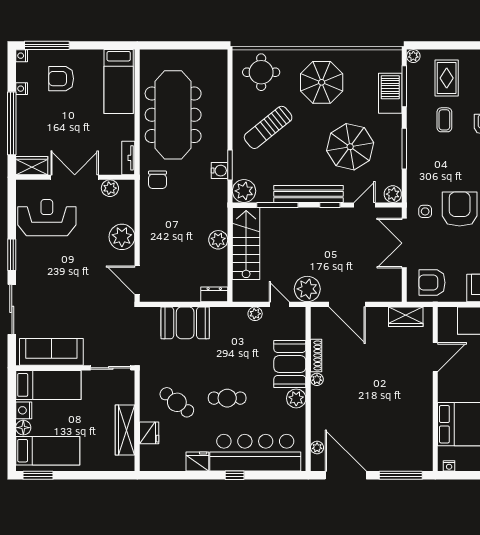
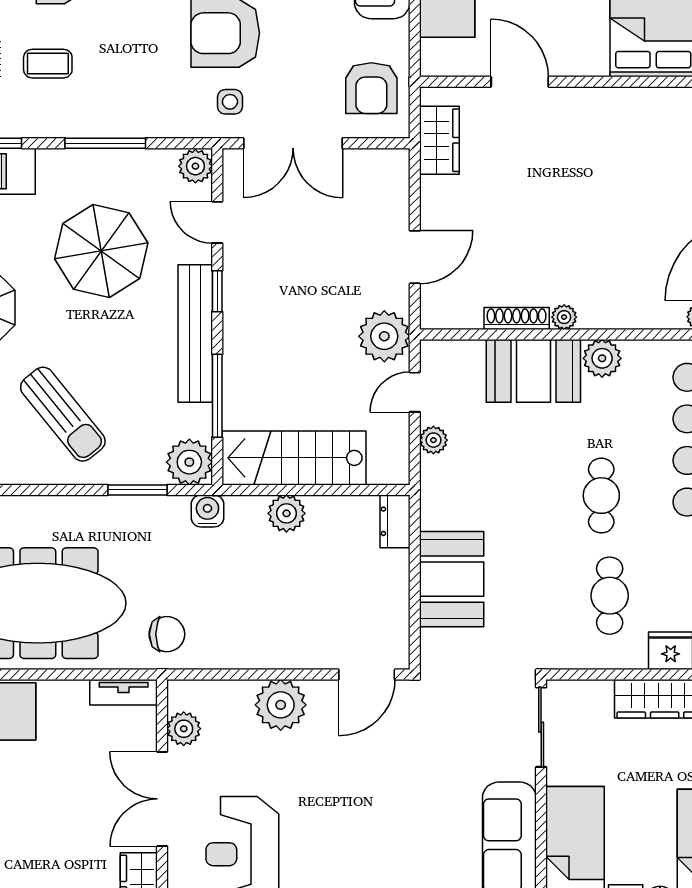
water cooler: (219, 171) -> (207, 511), moved
door: (347, 304) -> (415, 257), width x0.73
cafe table: (177, 402) -> (610, 596), turned -39

